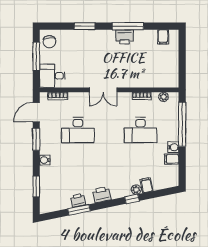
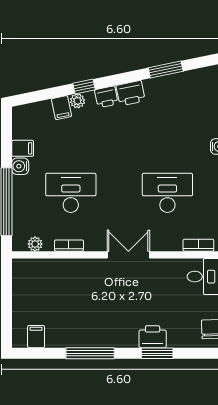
printer: (125, 37) -> (153, 337), moved
printer: (78, 200) -> (106, 97), moved

